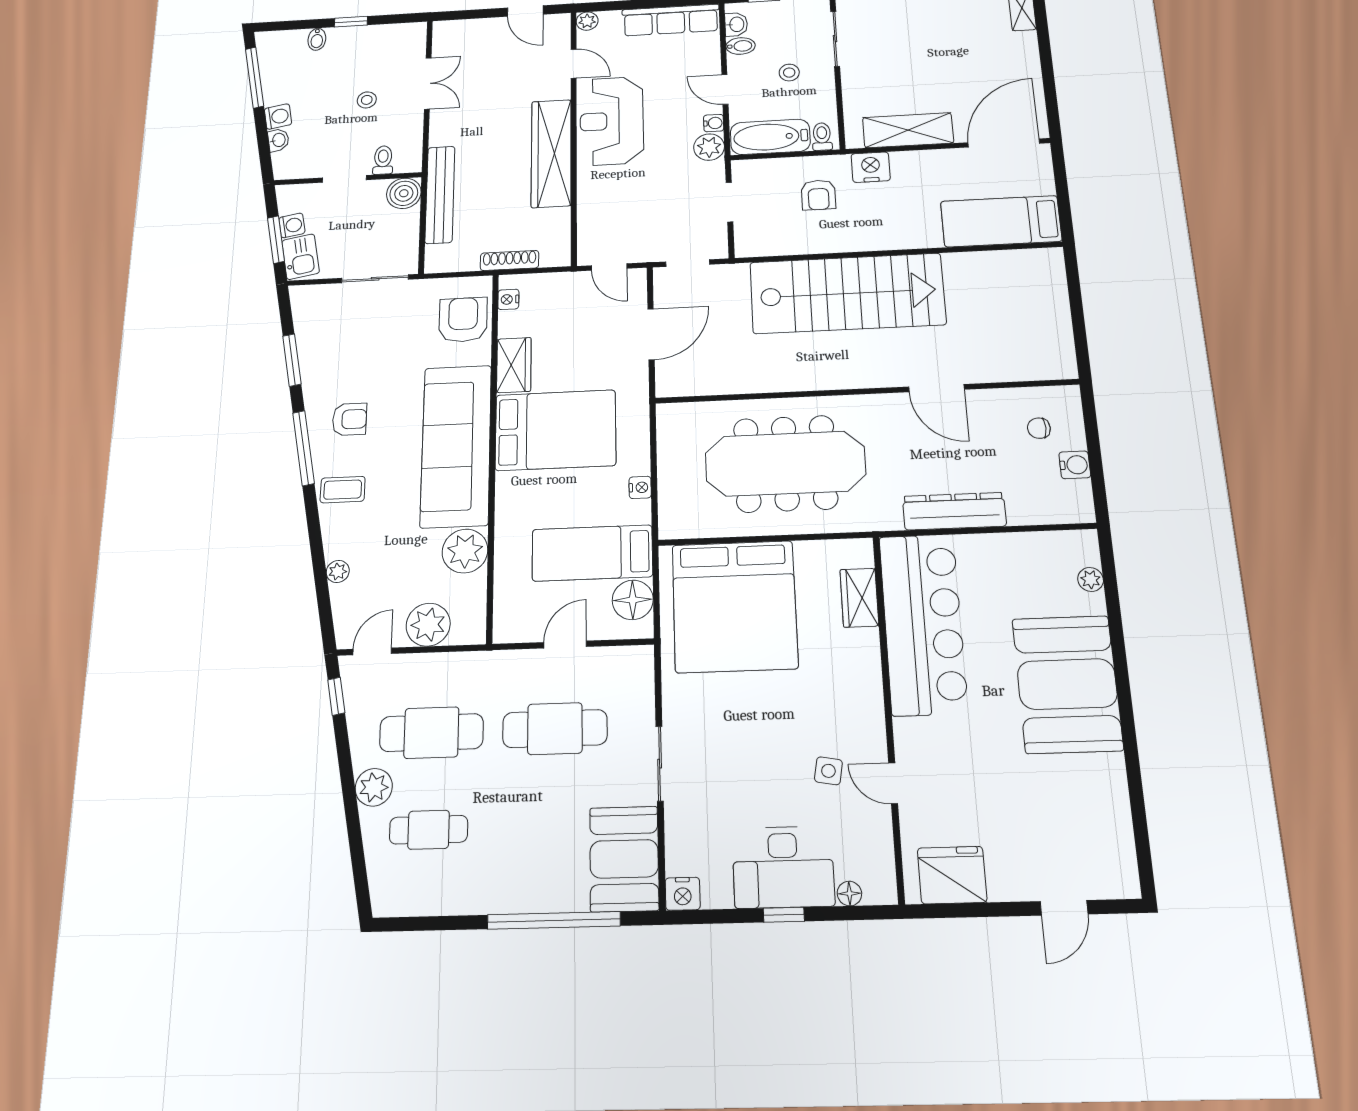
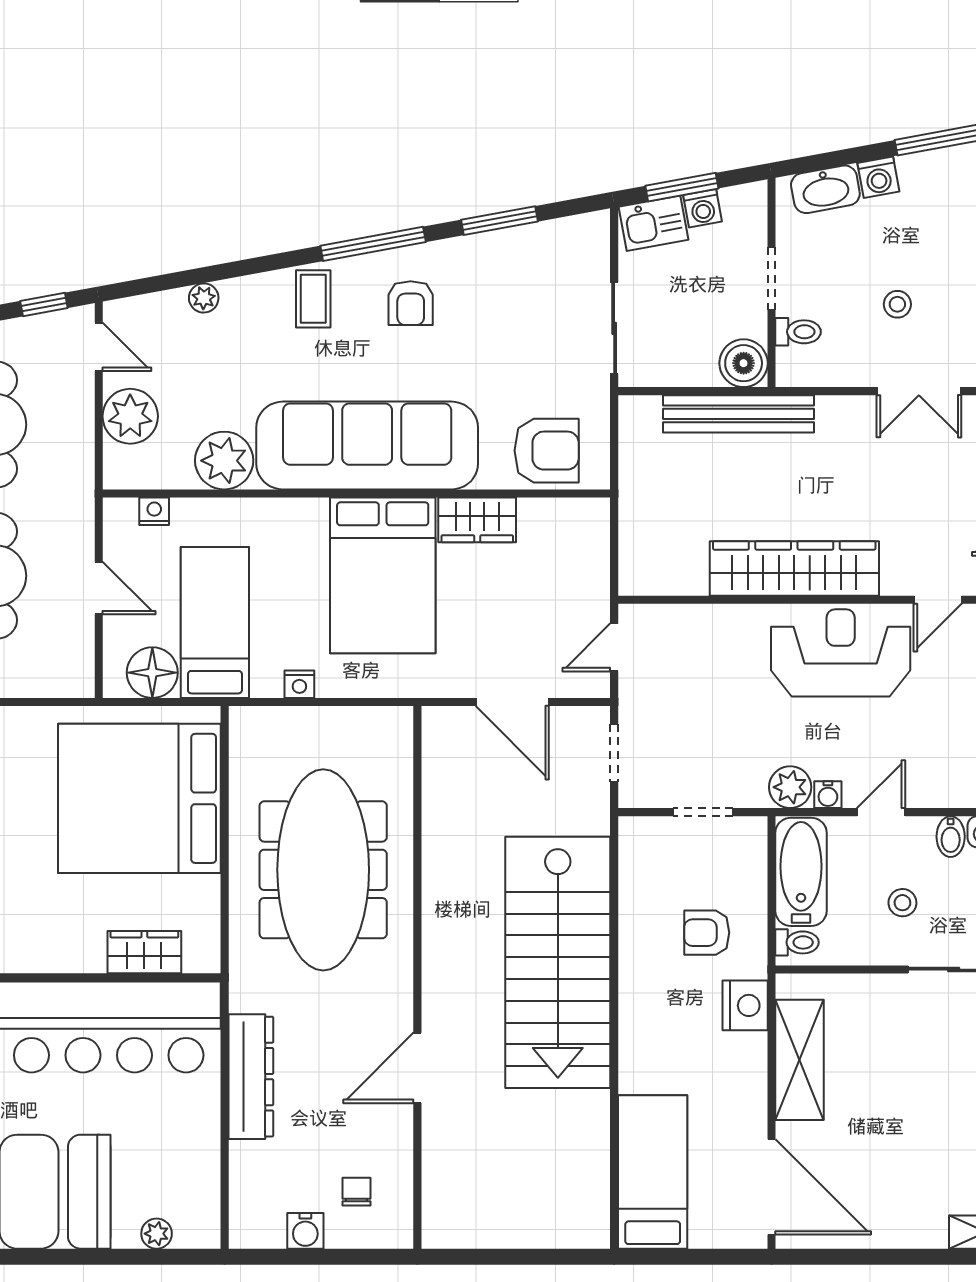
washbasin: (278, 140) -> (825, 189), width x1.91, depth x1.45
shoe rack: (510, 260) -> (631, 512), removed
nightstand: (508, 299) -> (154, 511), moved

